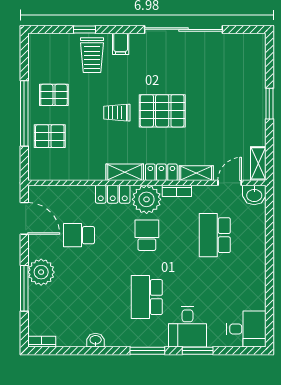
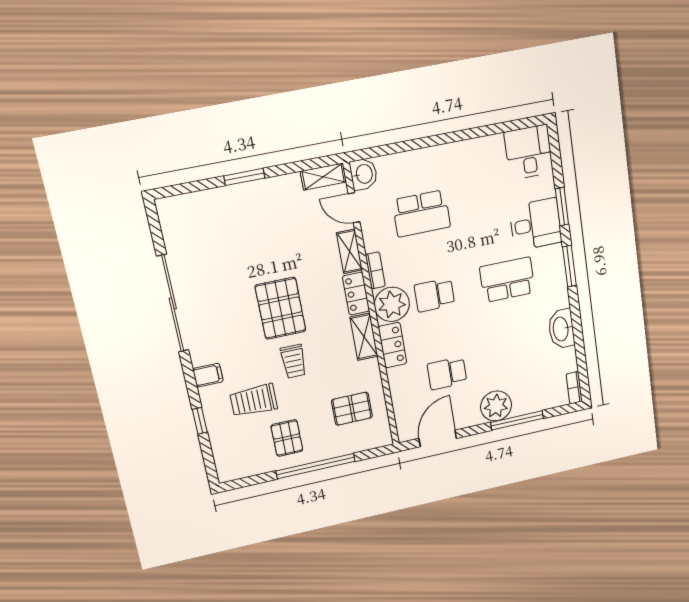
trolley: (92, 55) -> (254, 400), moved, turned 180
pallet: (50, 136) -> (352, 409), moved, turned 90
school desk: (79, 235) -> (447, 373), turned 90
school desk: (147, 297) -> (507, 280), turned 180
washbasin: (96, 340) -> (561, 329), width x1.91, depth x1.45

